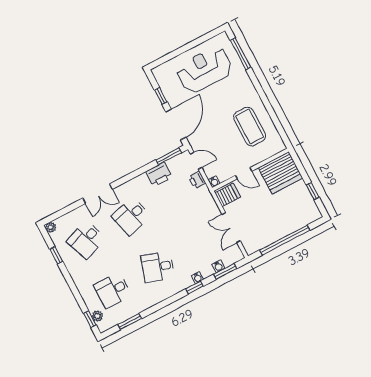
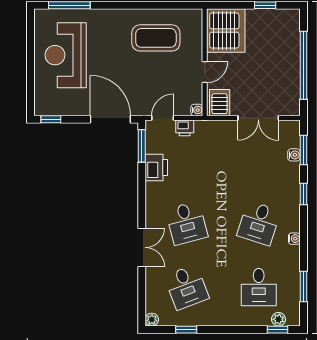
window: (161, 96) -> (51, 119), moved
water cooler: (197, 278) -> (294, 239), moved

